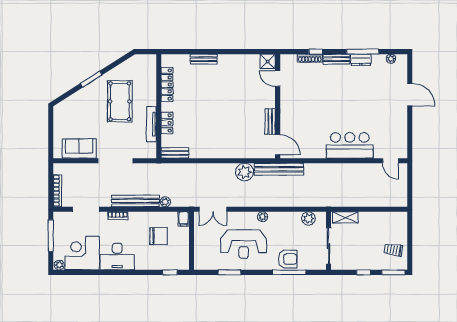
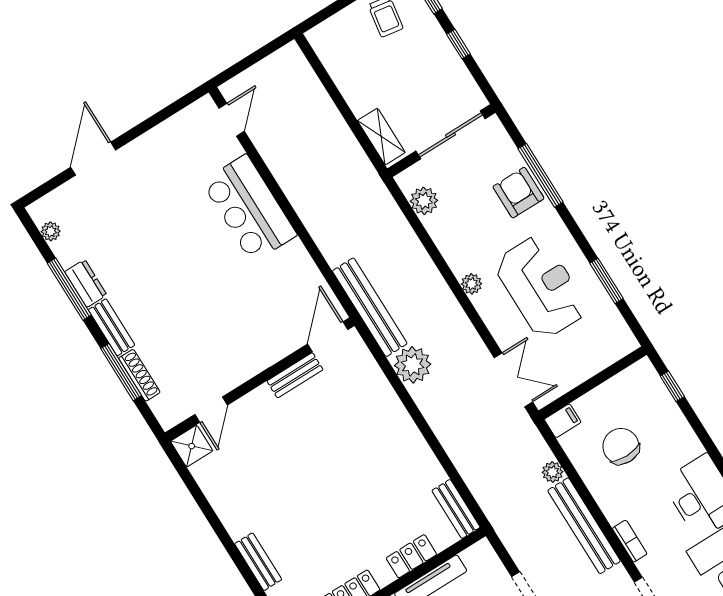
window: (316, 52) -> (121, 372), width x2.17

